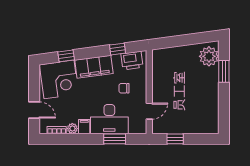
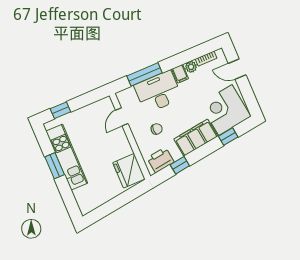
plant: (209, 56) -> (86, 197), removed
fridge: (163, 63) -> (129, 171), added
window: (224, 71) -> (55, 166), moved
kitchen unit: (210, 97) -> (67, 157), added
window: (115, 139) -> (145, 74), width x1.44
window: (175, 139) -> (60, 110), moved

